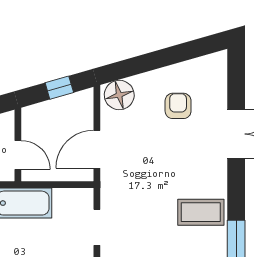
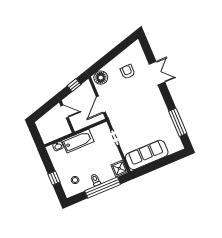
door: (18, 155) -> (65, 112), moved
coffee table: (201, 212) -> (156, 113), removed

